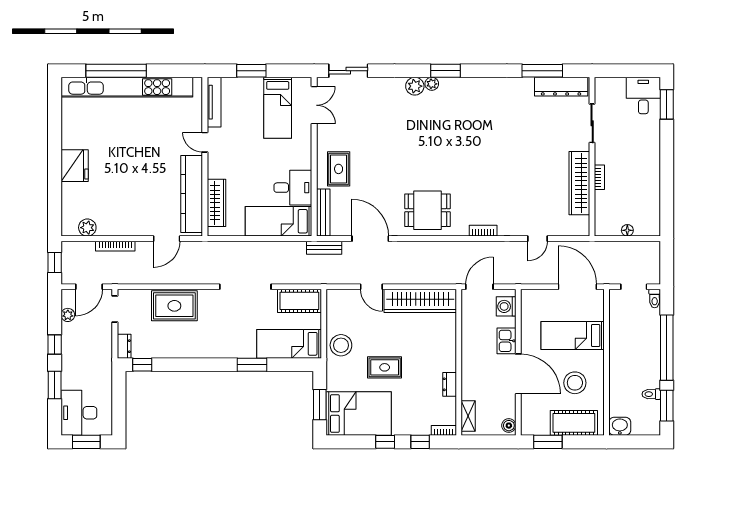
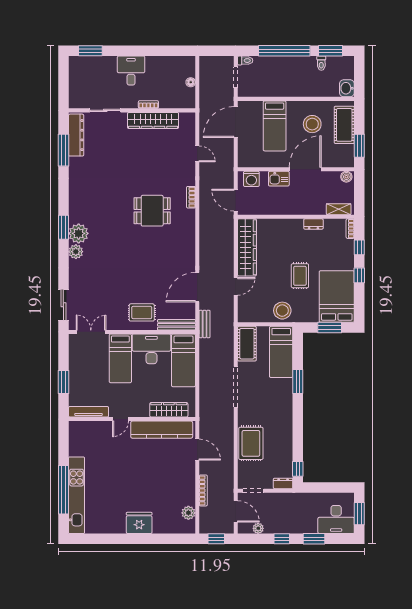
plant: (432, 84) -> (79, 233), width x1.88, depth x1.88
kitchen unit: (127, 87) -> (77, 495), width x0.73
desk: (643, 96) -> (131, 71), moved, turned 90
bed: (278, 108) -> (120, 358), moved, turned 90
desk: (293, 188) -> (151, 349), width x1.37
dining table: (427, 210) -> (152, 211), moved, turned 90

